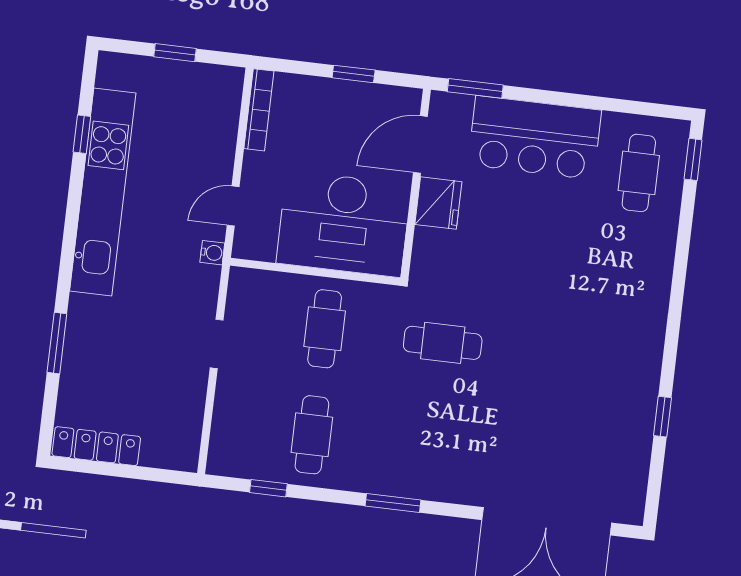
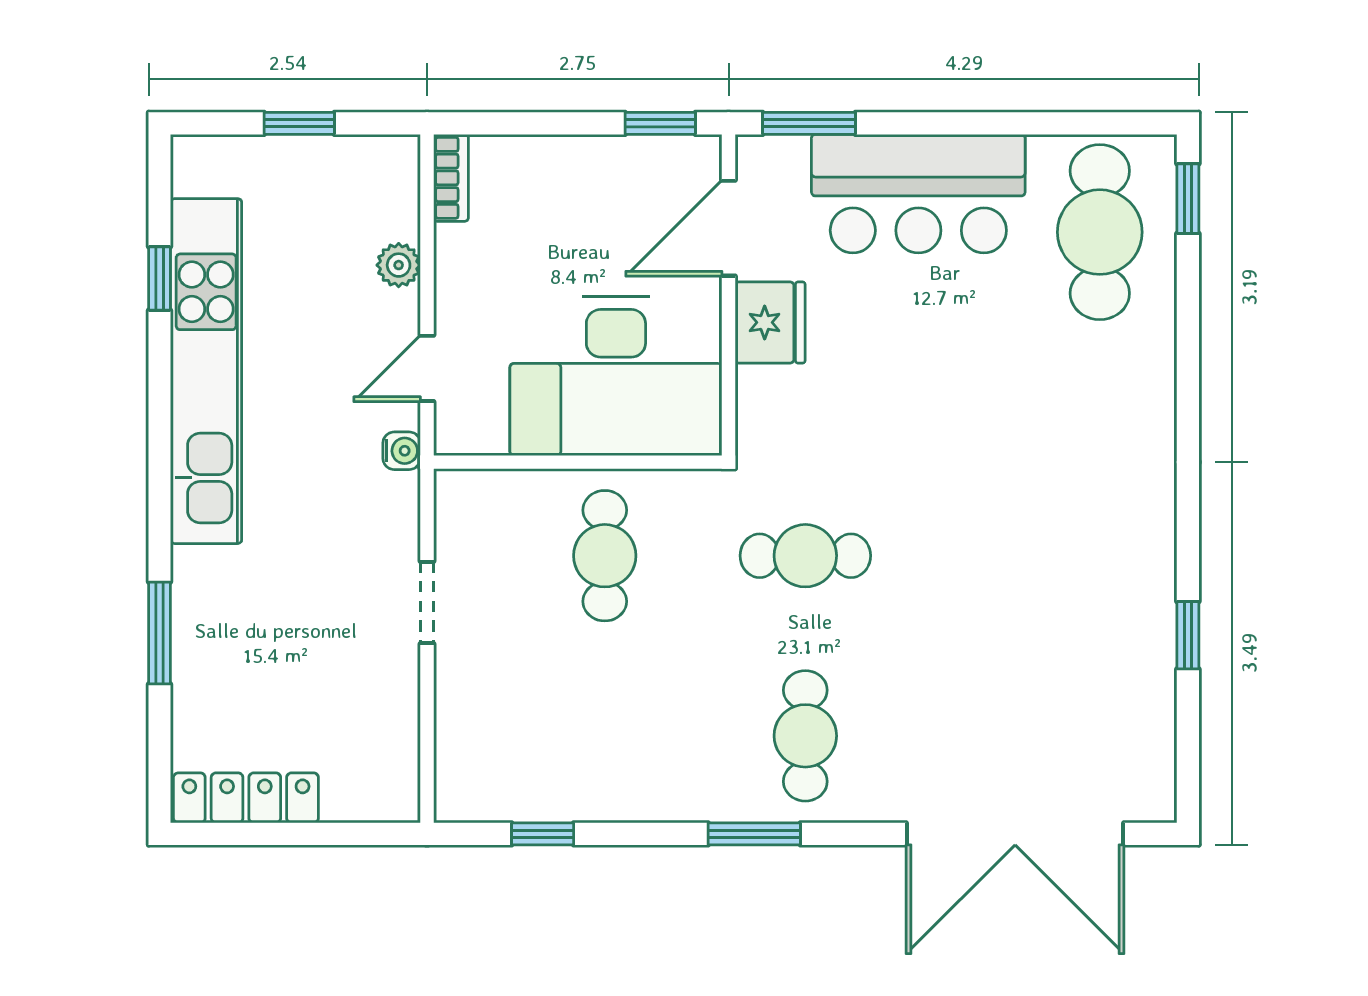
window: (354, 74) -> (660, 123), moved
bookcase: (259, 110) -> (451, 178), width x0.64
plant: (224, 143) -> (399, 265), added
cafe table: (639, 173) -> (1100, 232), width x1.37, depth x1.35
cafe table: (312, 435) -> (805, 736), moved

